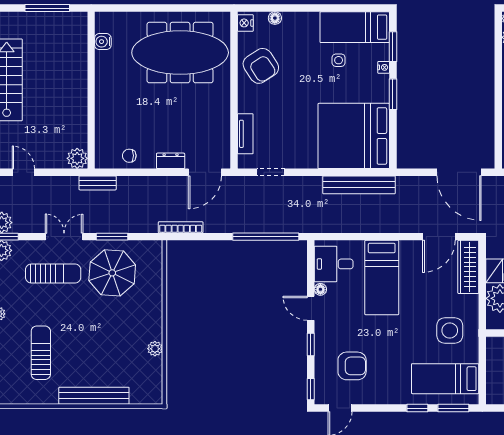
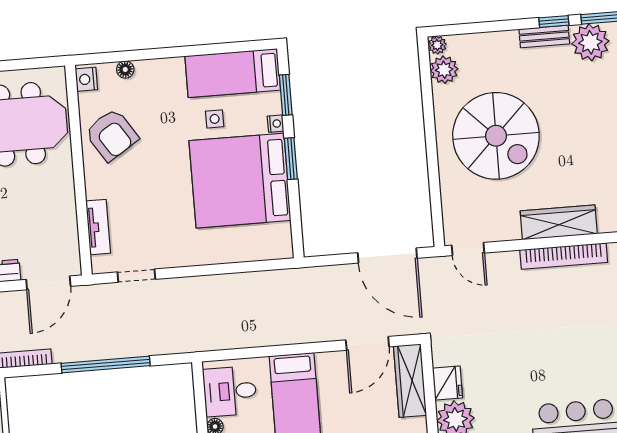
bed: (354, 136) -> (240, 181), moved
bench: (359, 185) -> (255, 283), removed
window: (266, 237) -> (106, 365), moved

